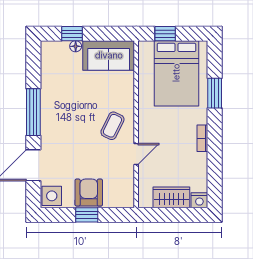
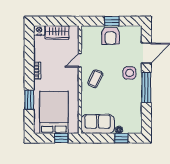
side table: (52, 196) -> (129, 73), moved

